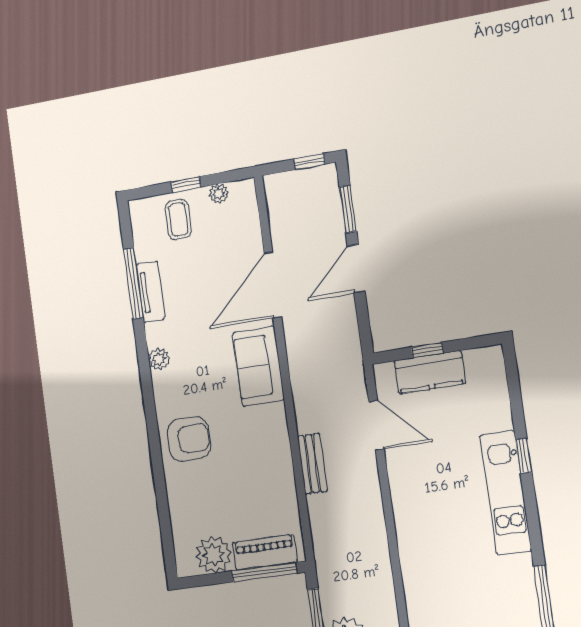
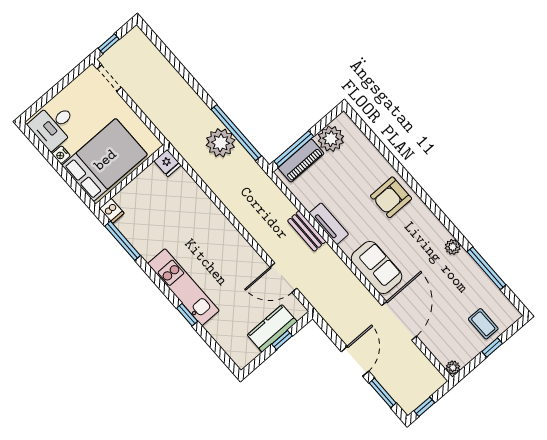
plant: (219, 194) -> (453, 368), moved
tv unit: (150, 292) -> (329, 224), moved, turned 180
plant: (159, 359) -> (453, 247), moved

